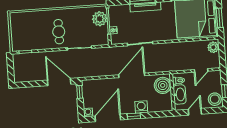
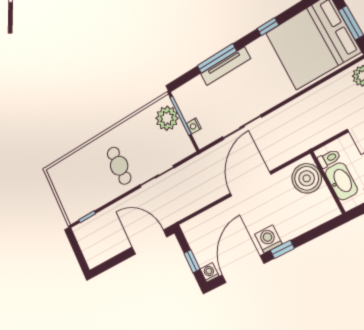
window: (80, 92) -> (192, 261), moved
washing machine: (141, 107) -> (268, 239), moved

